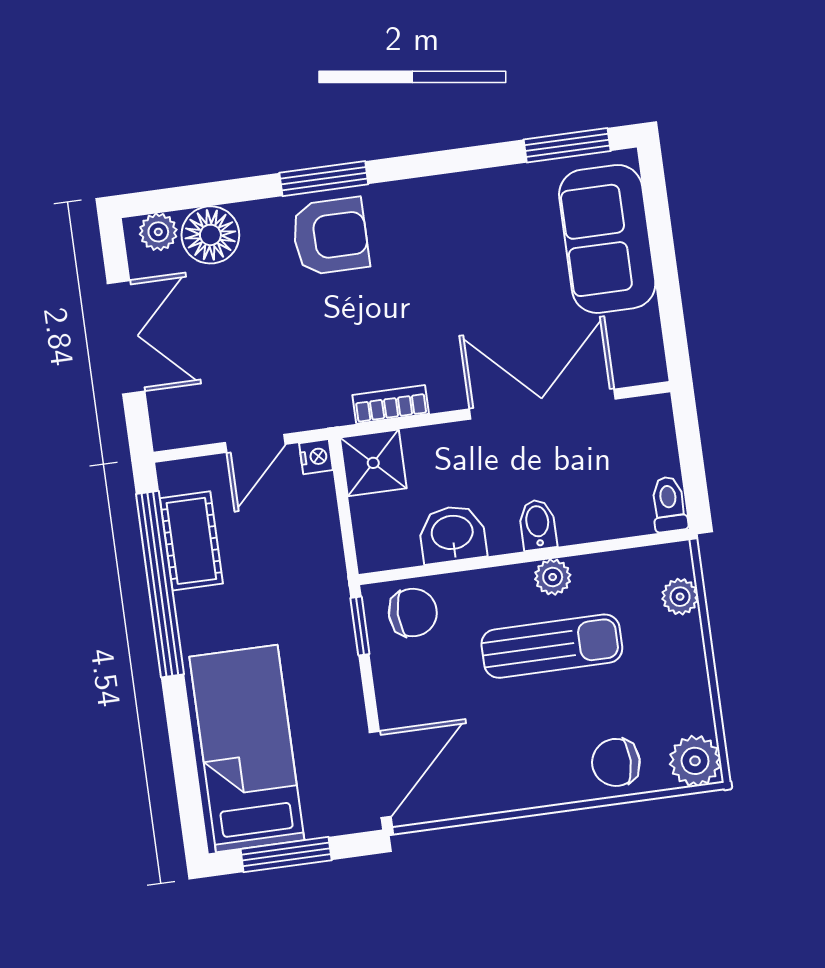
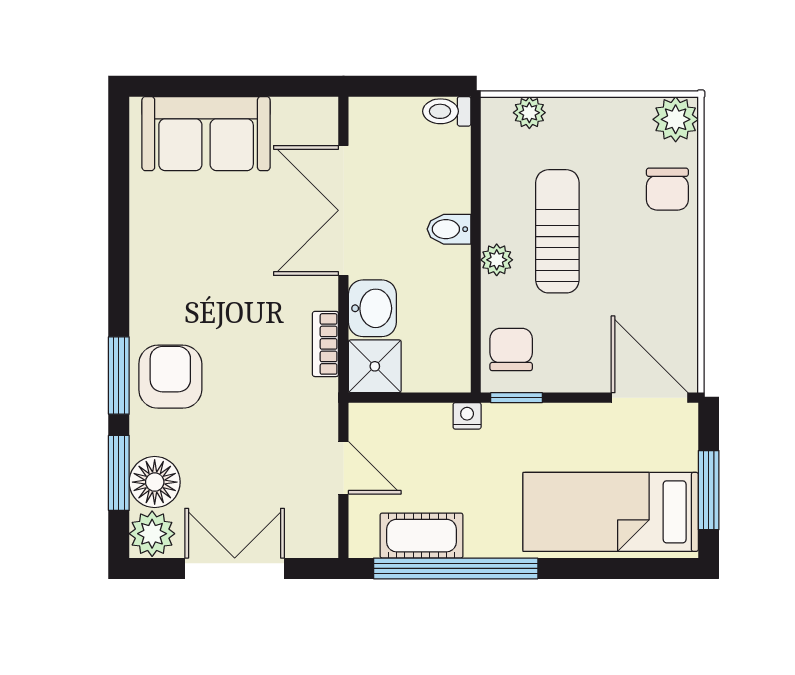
window: (567, 145) -> (119, 473), moved
plant: (158, 232) -> (152, 534), width x1.38, depth x1.38
nightstand: (316, 457) -> (467, 416), moved
washbasin: (452, 534) -> (372, 308), moved, turned 180
plant: (553, 577) -> (497, 260), moved

